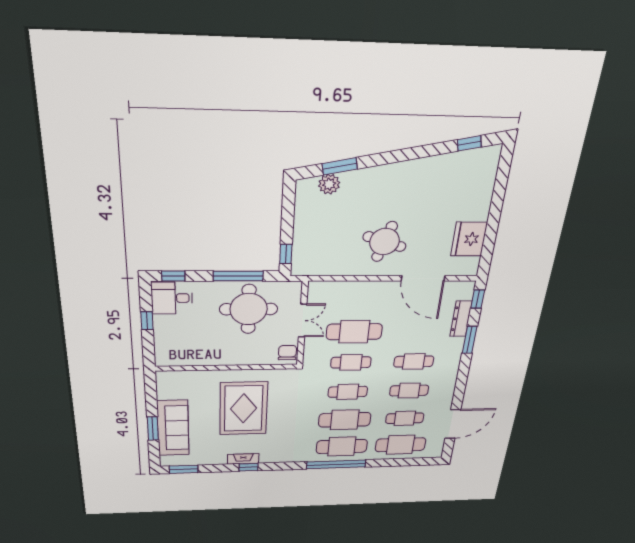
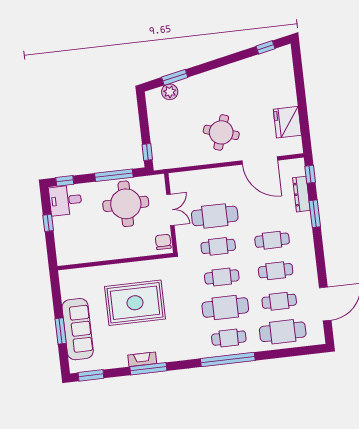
rug: (244, 409) -> (135, 303), turned 90
cafe table: (342, 446) -> (229, 338), width x0.73, depth x0.74
window: (248, 467) -> (148, 369), width x2.17

